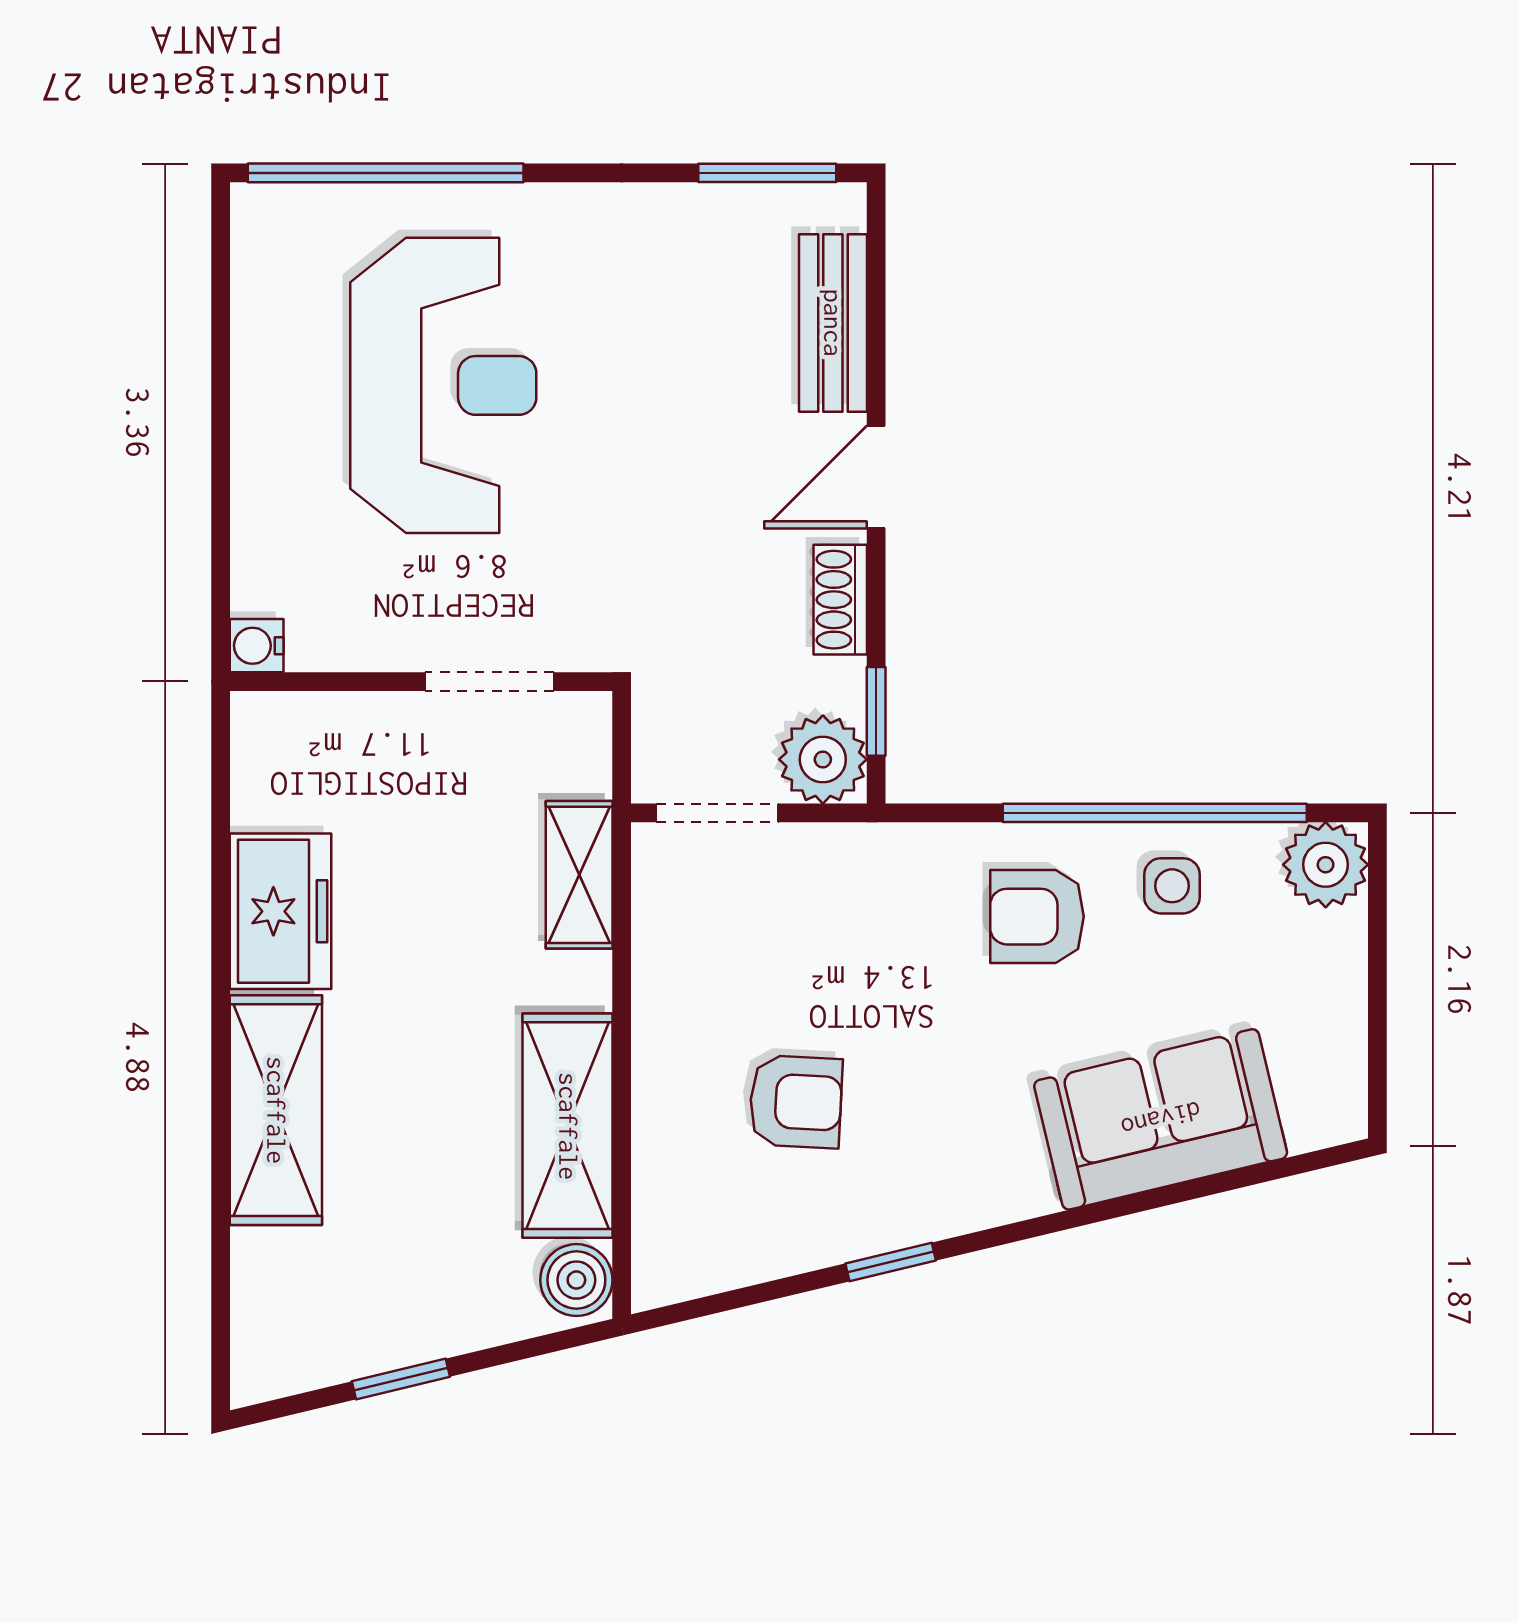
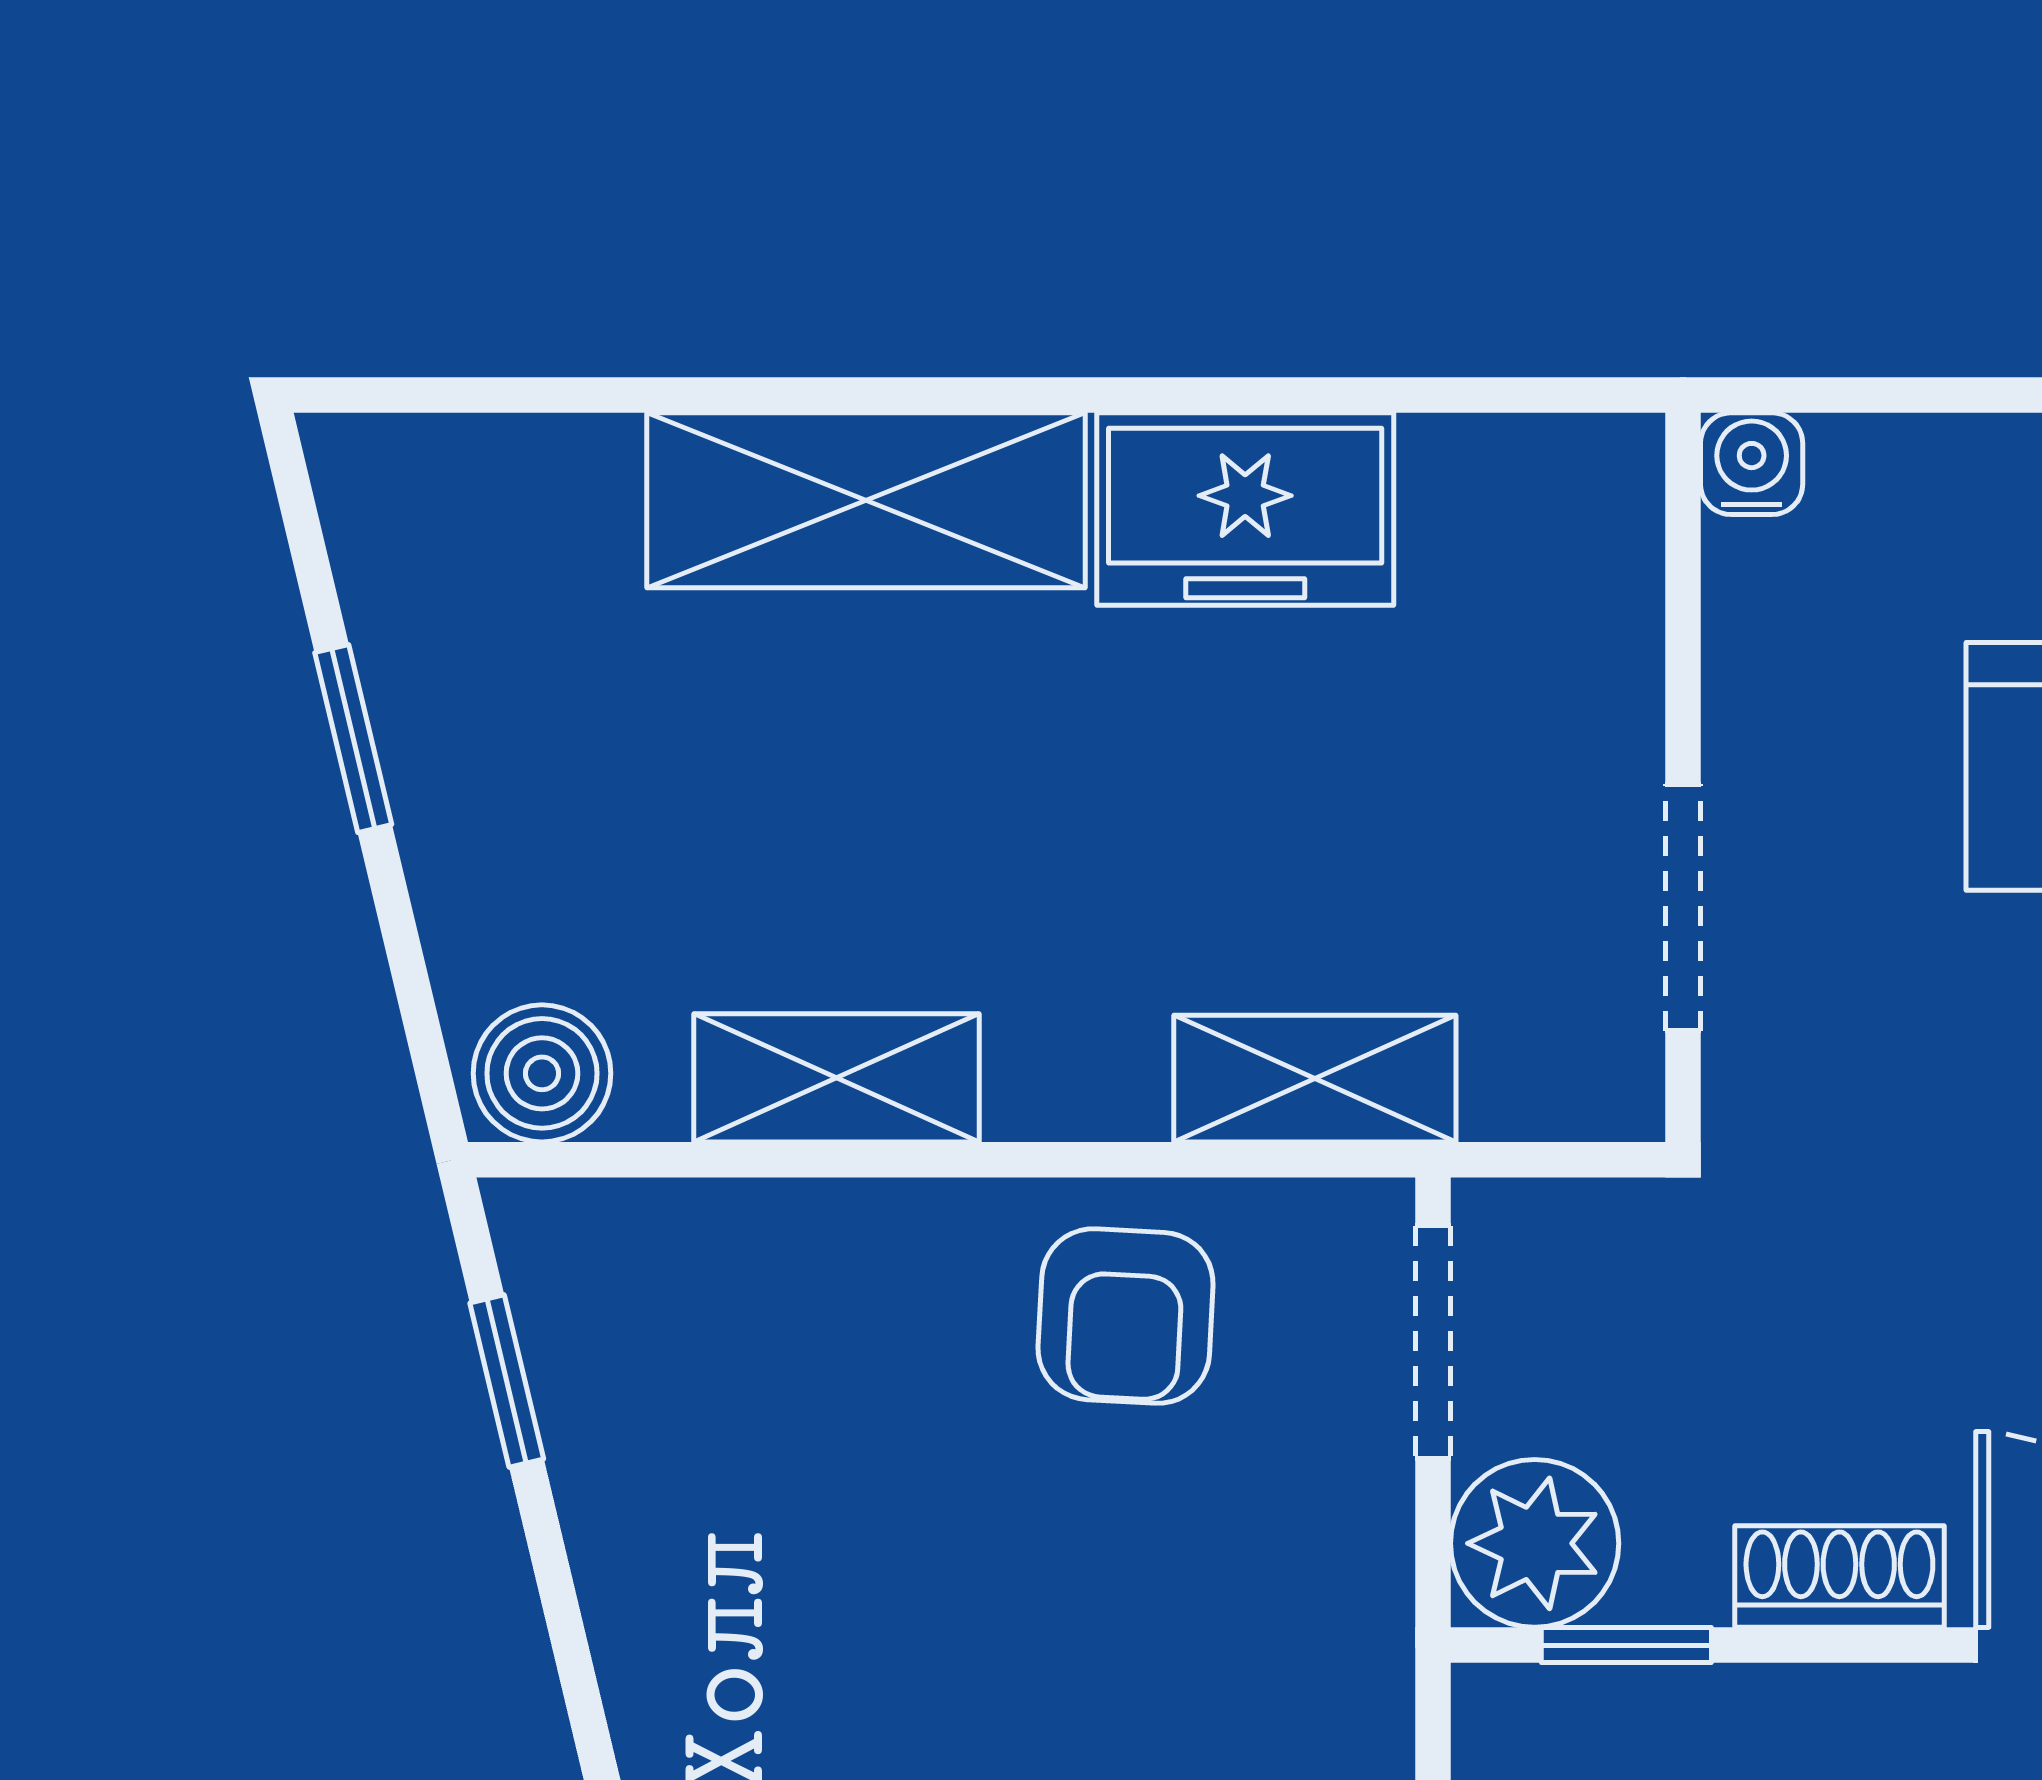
armchair: (796, 1102) -> (1126, 1316), moved
shelving: (568, 1126) -> (837, 1078), width x0.67, depth x0.75
window: (891, 1262) -> (507, 1381), moved

